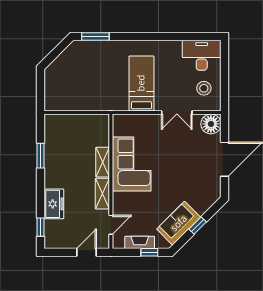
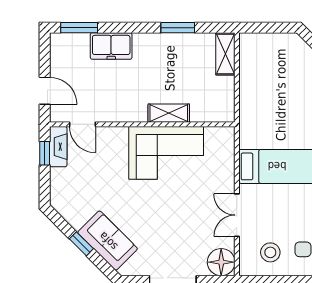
shelving: (102, 194) -> (225, 54), moved, turned 90
sofa: (179, 223) -> (108, 241), moved
window: (41, 227) -> (79, 28), width x1.50
fireplace: (140, 242) -> (58, 147), moved
window: (149, 252) -> (45, 153), moved

